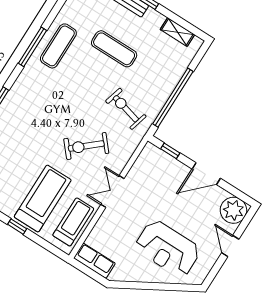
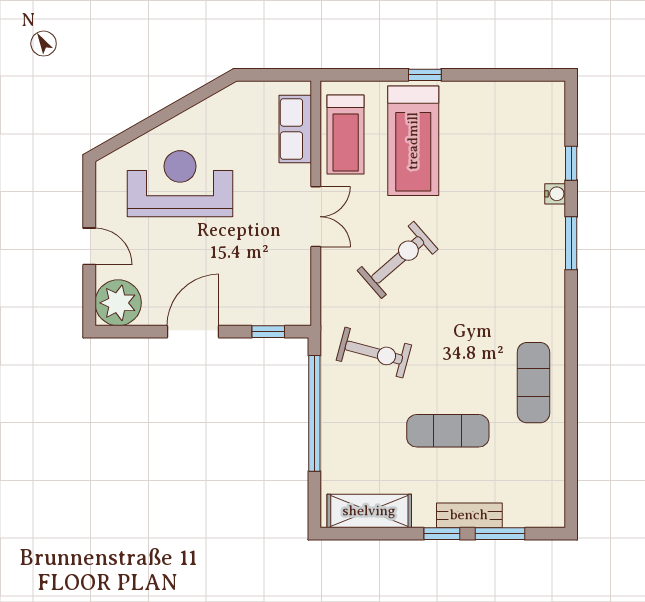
shelving: (177, 32) -> (369, 511), width x1.50, depth x1.33
window: (32, 47) -> (571, 357), removed
row of seats: (94, 261) -> (295, 129), moved, turned 90

